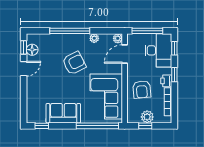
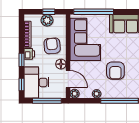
door: (125, 54) -> (68, 79), hinge flipped
armchair: (74, 63) -> (115, 71), turned -63
floor lamp: (132, 70) -> (61, 64), added

